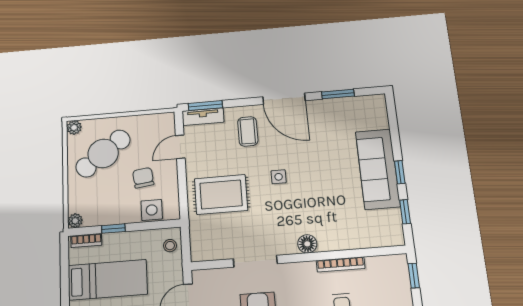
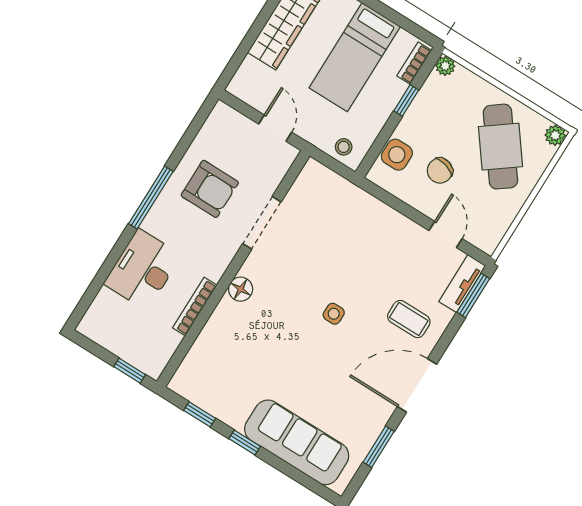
sofa: (378, 169) -> (297, 442), moved
chair: (143, 178) -> (440, 171), turned 113
rug: (221, 194) -> (360, 239), removed

